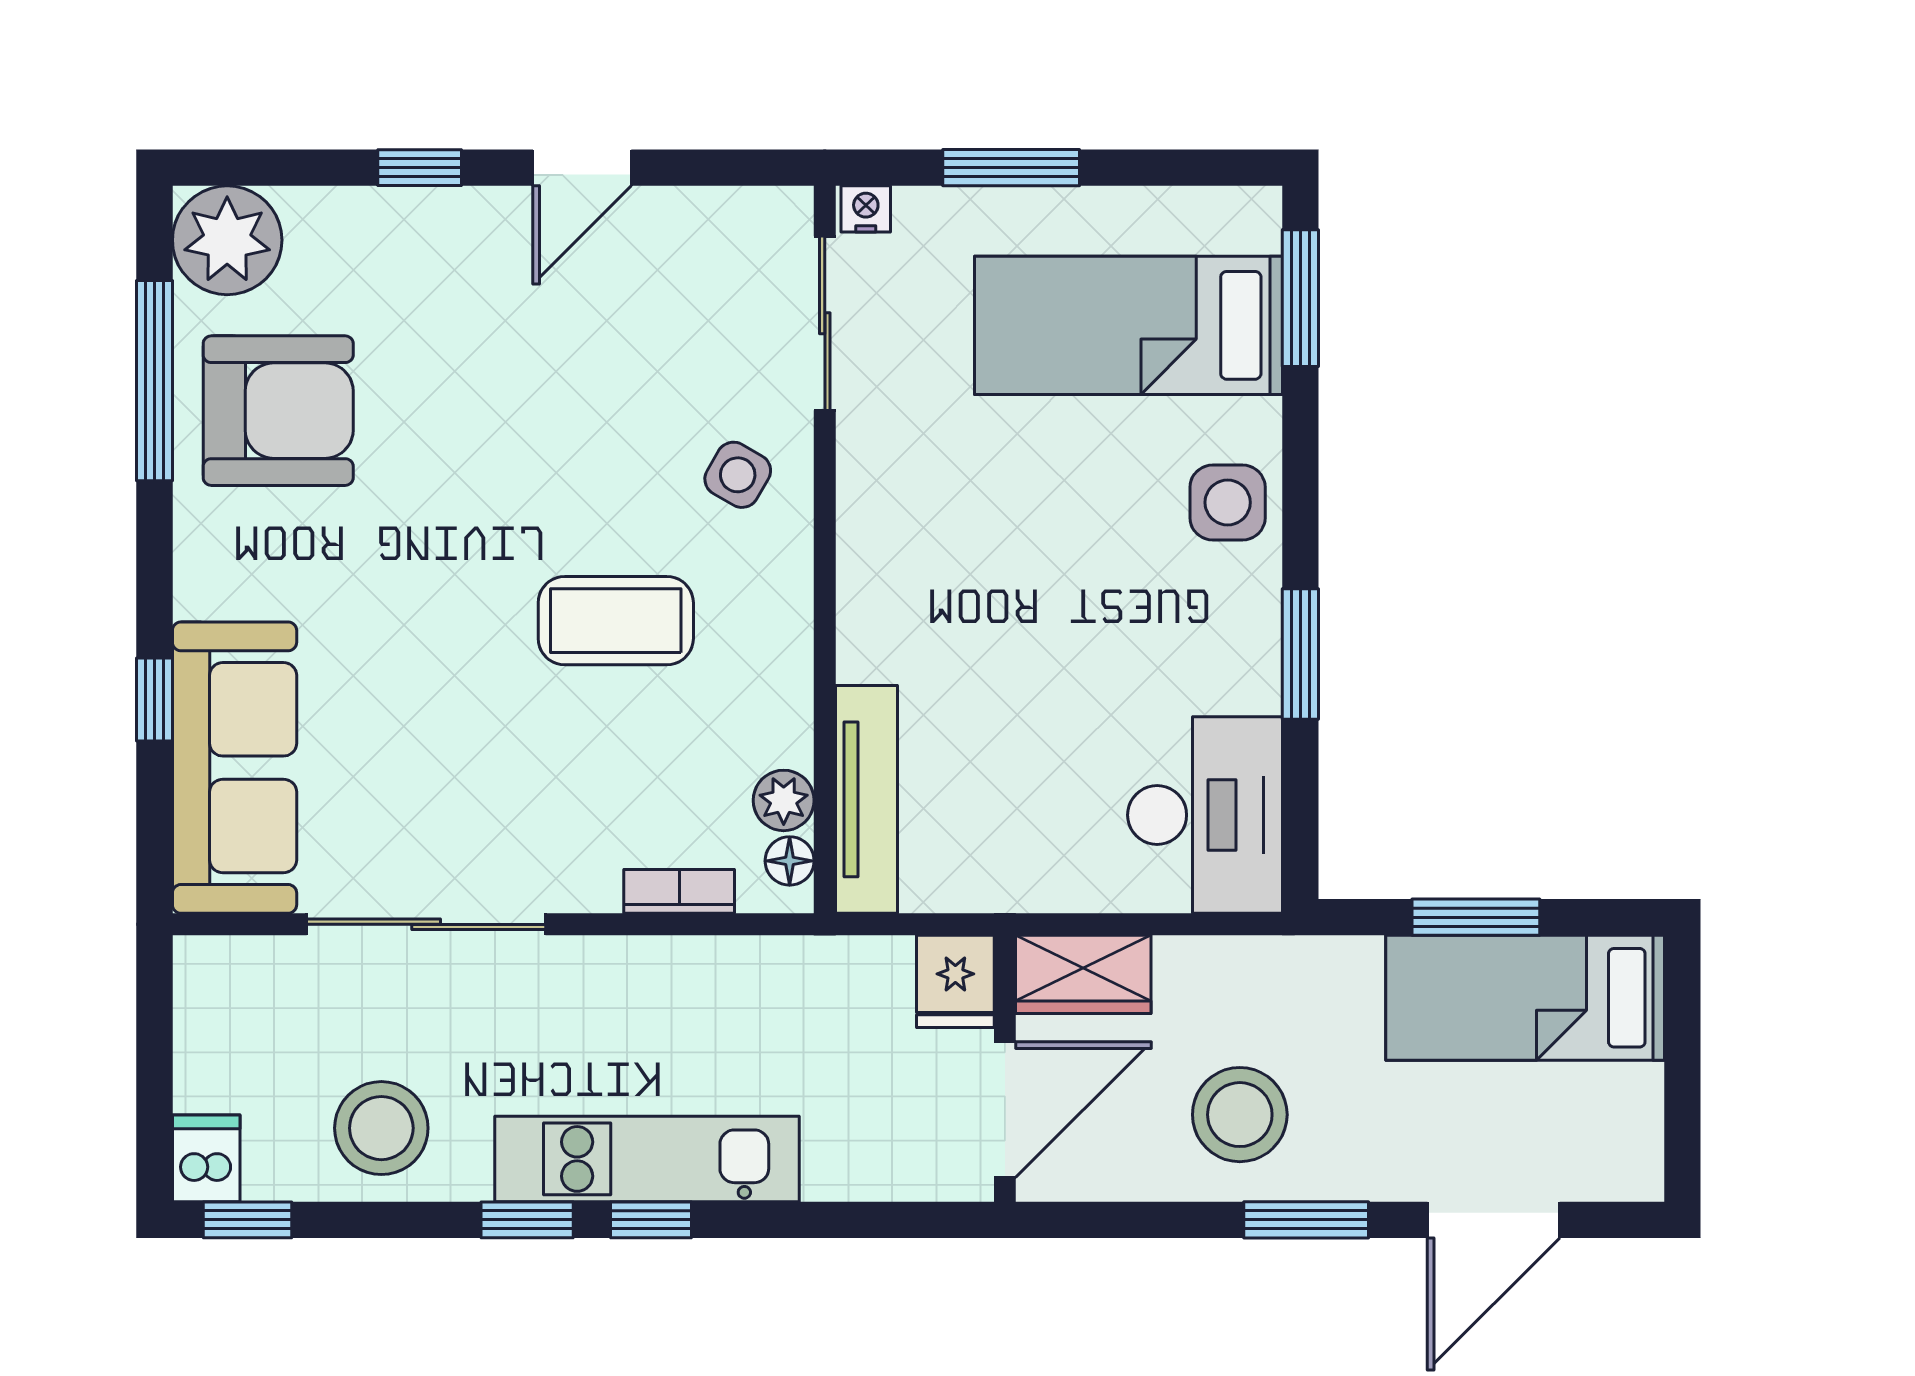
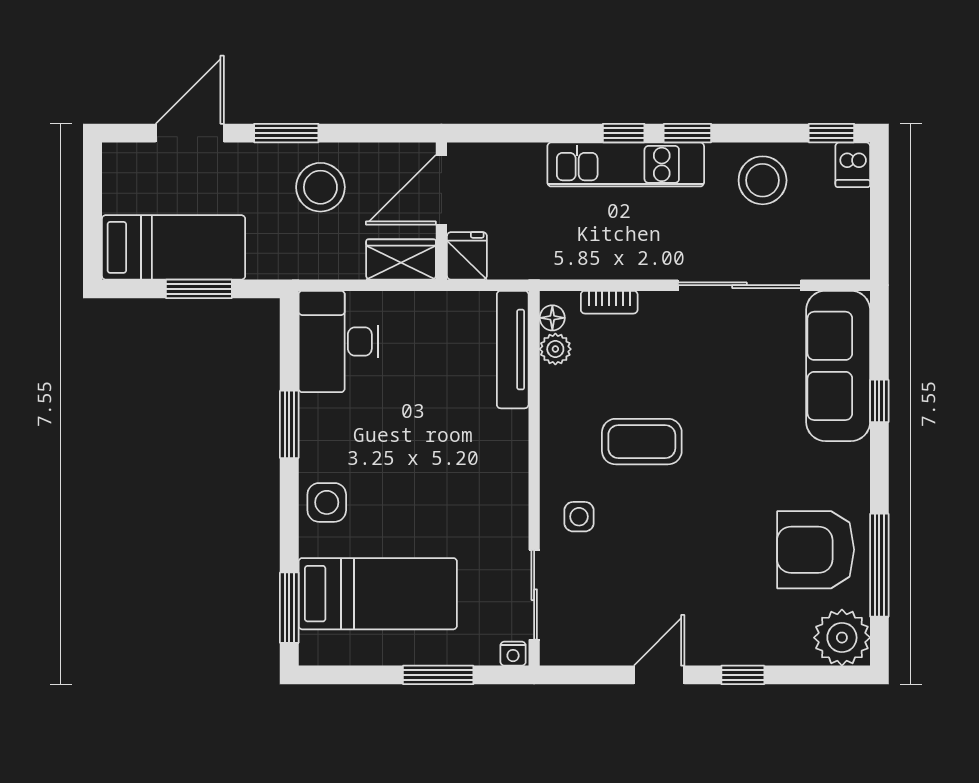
side table: (738, 475) -> (579, 517), turned -30

